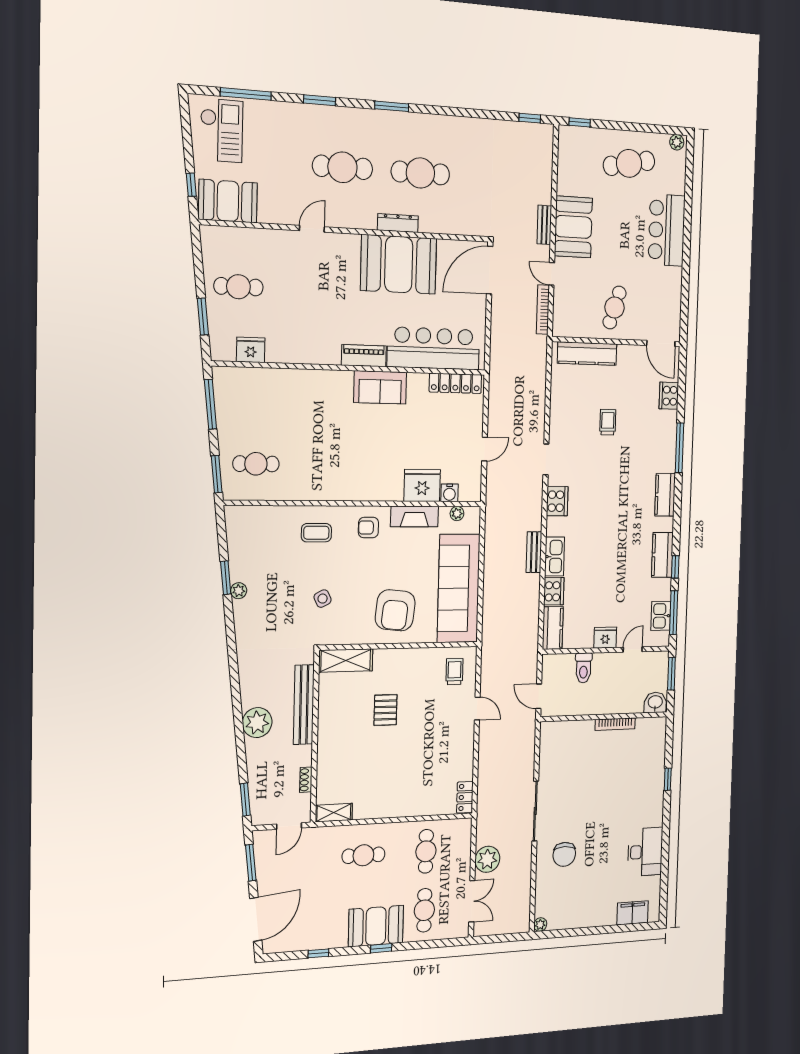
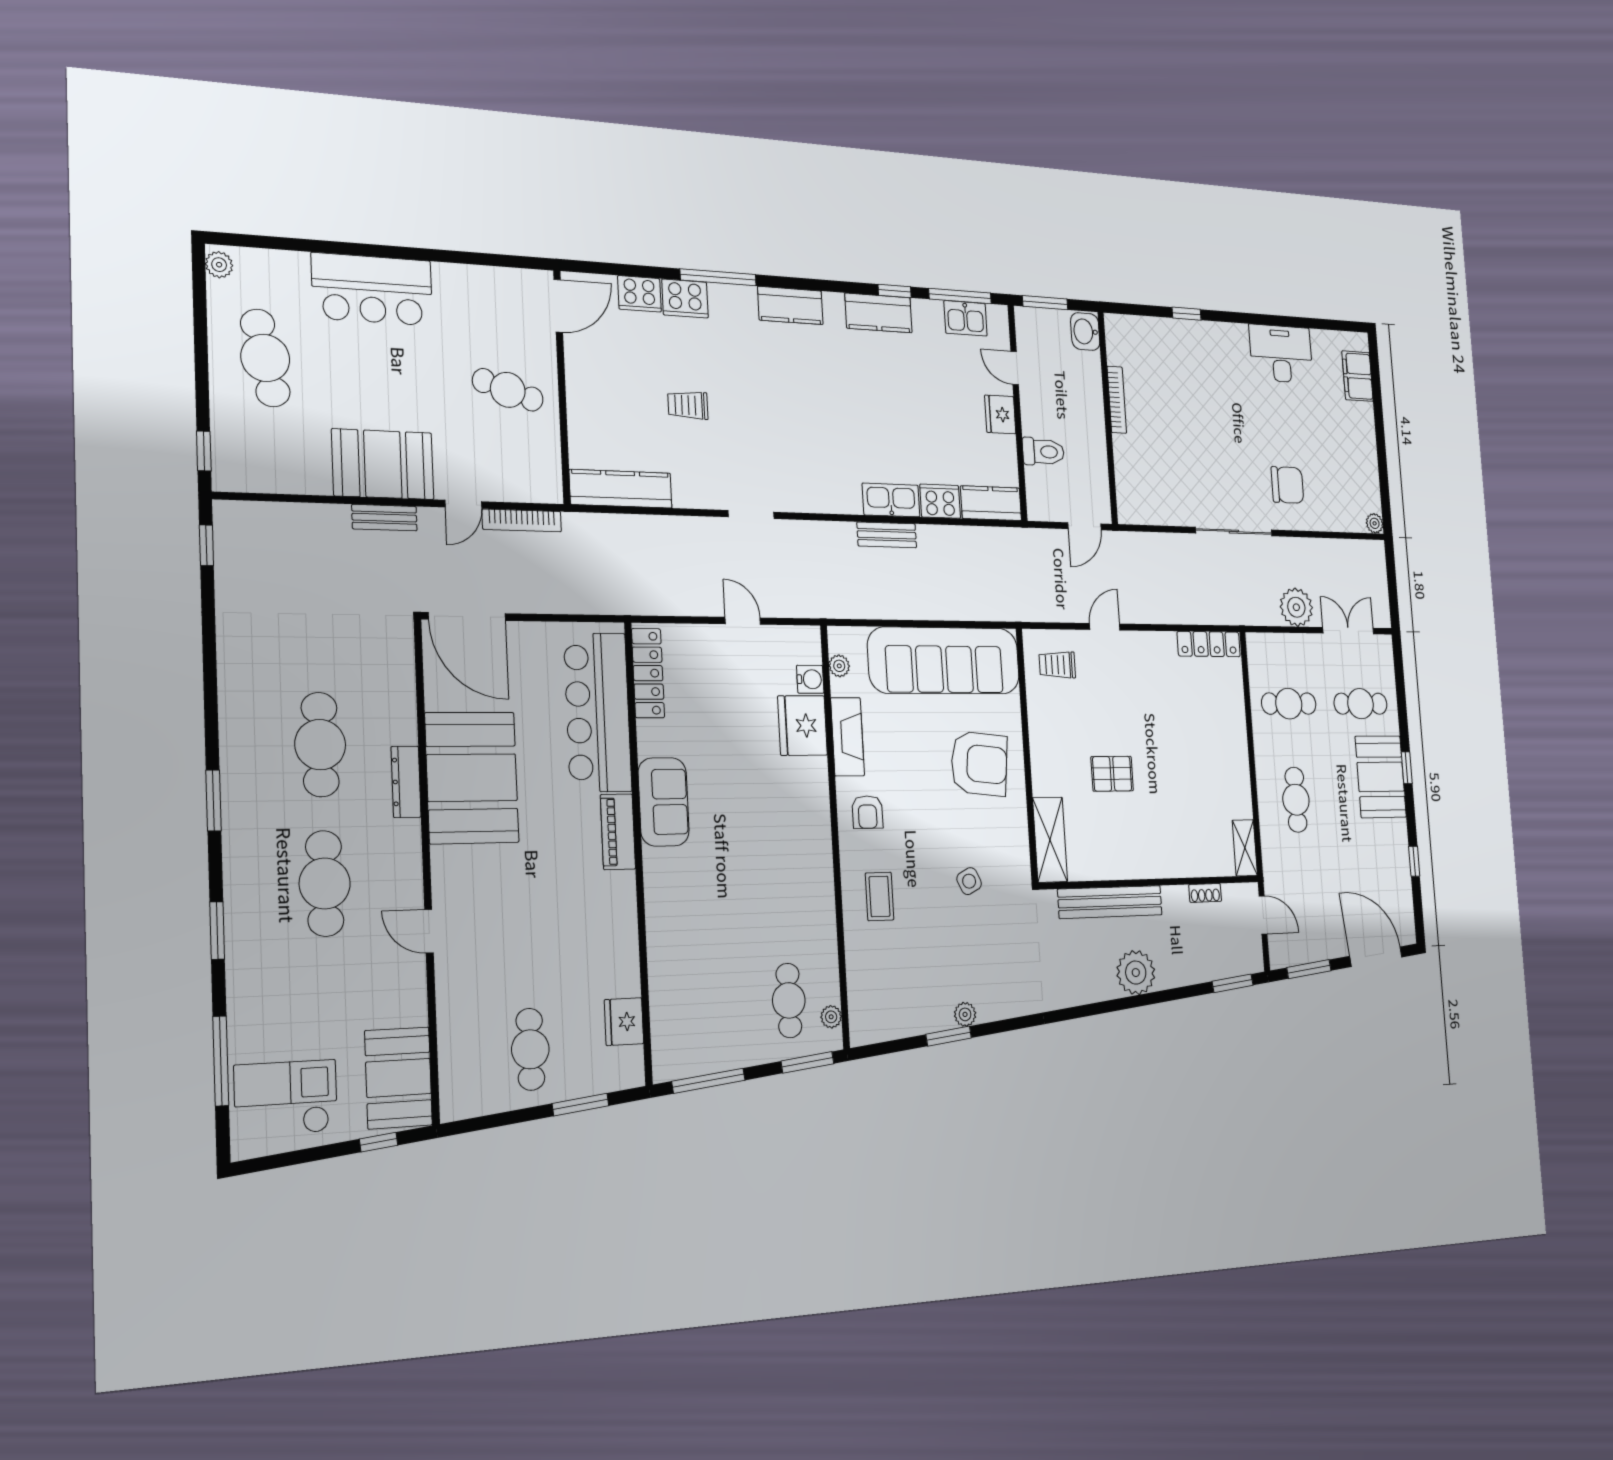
kitchen counter: (587, 354) -> (621, 489), moved, turned -90
plant: (244, 493) -> (831, 1017), added
cooker: (557, 501) -> (685, 298), moved, turned 180
locker: (465, 797) -> (1209, 644), width x1.53

